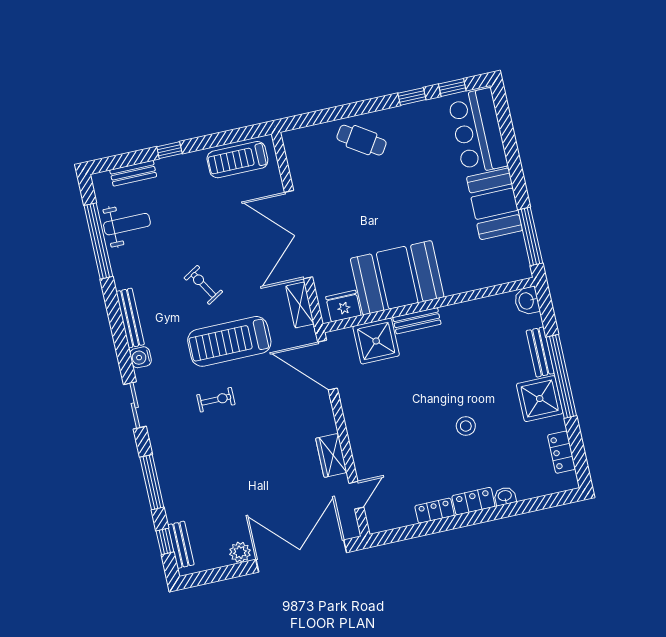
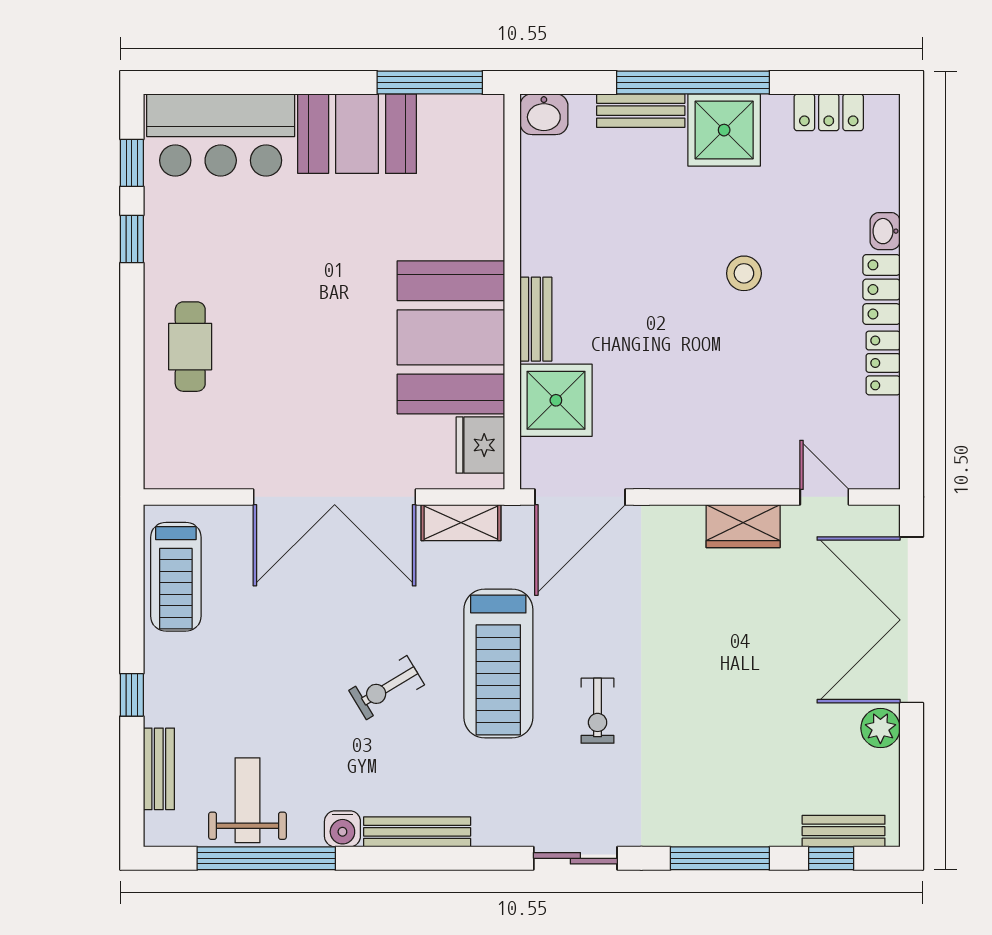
cafe table: (362, 140) -> (190, 347), turned -33
water cooler: (141, 357) -> (342, 829), moved
exercise bike: (216, 400) -> (598, 711), turned 180

